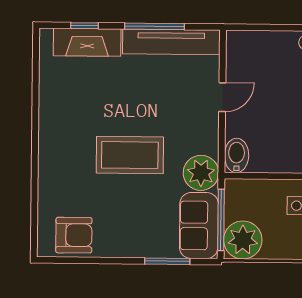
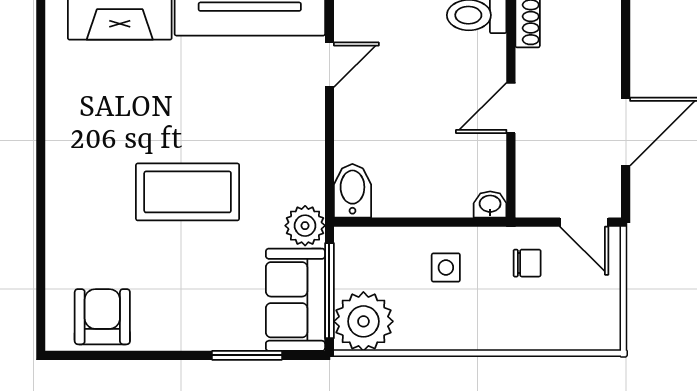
door: (222, 97) -> (329, 65), moved
plant: (201, 173) -> (305, 226), width x0.73, depth x0.73
armchair: (74, 235) -> (102, 317), turned -90

